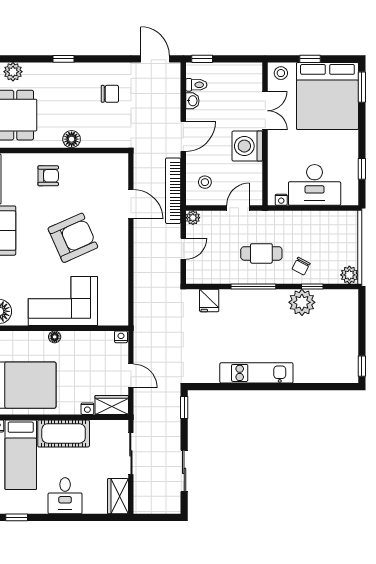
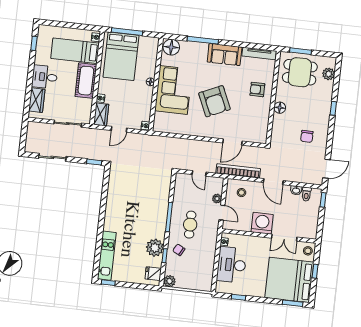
armchair: (48, 176) -> (257, 89), turned 90
plant: (193, 218) -> (217, 199), moved
fridge: (209, 300) -> (153, 274), moved
kitchen unit: (256, 373) -> (107, 256), moved
wardrobe: (118, 496) -> (37, 100), moved, turned 90

